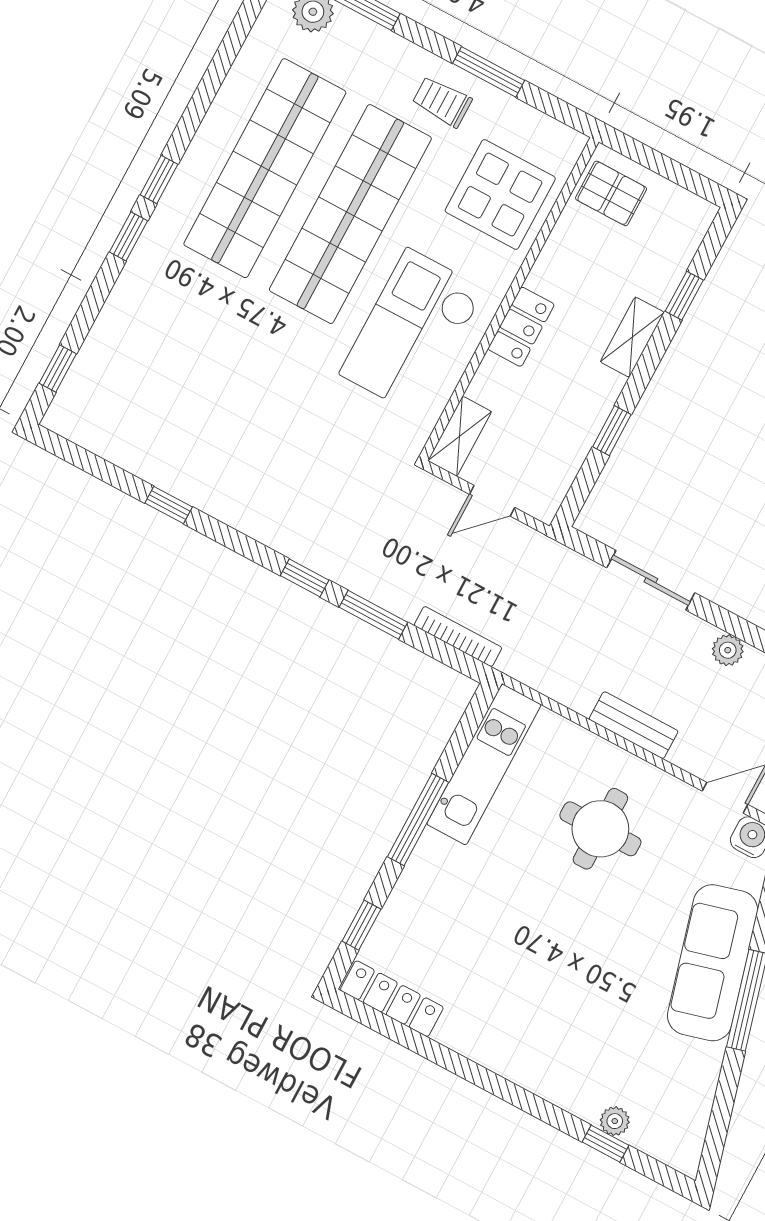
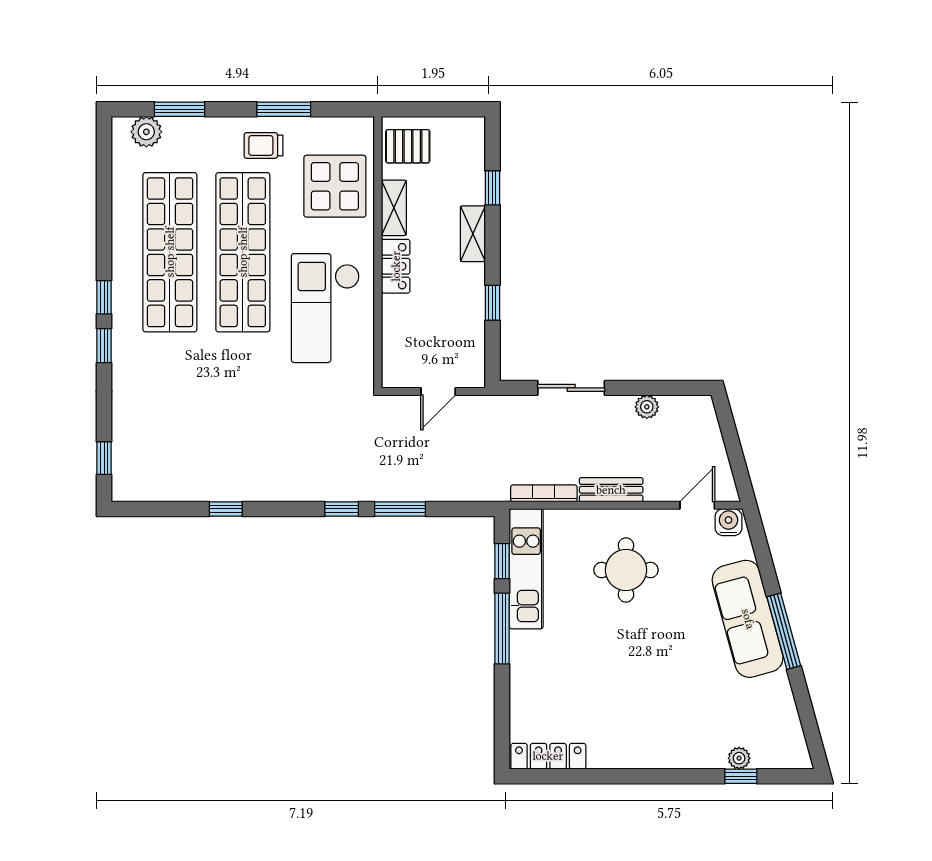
shelving: (460, 436) -> (394, 208), moved
bookcase: (458, 637) -> (544, 493), moved
window: (361, 925) -> (502, 561), moved

